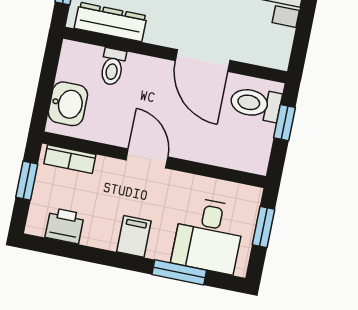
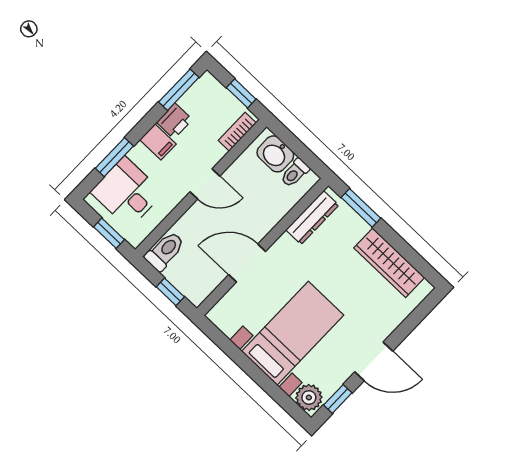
toilet: (113, 67) -> (295, 173), moved, turned -90
toilet: (256, 104) -> (165, 251), moved
printer: (65, 226) -> (174, 121), moved
window: (64, 249) -> (179, 90), added

